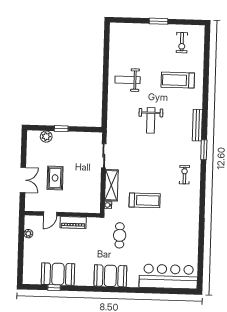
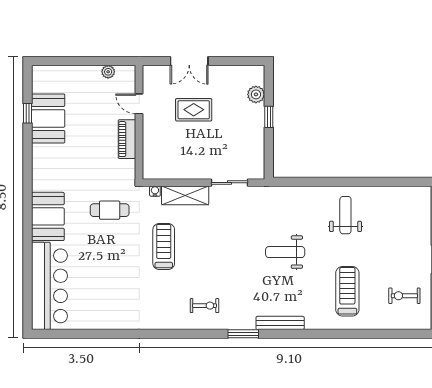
treadmill: (145, 200) -> (164, 246), turned 180
booth: (110, 276) -> (48, 216), moved

